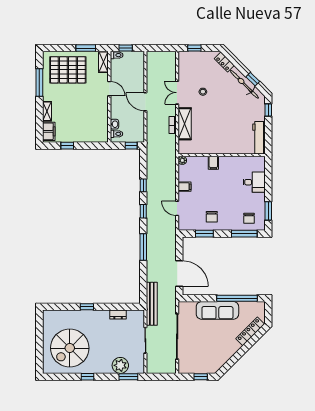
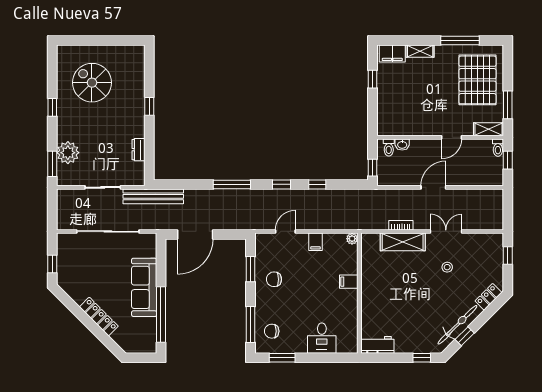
workbench: (259, 138) -> (377, 345), width x0.73
locker: (250, 331) -> (99, 317), moved
spiral stairs: (70, 348) -> (92, 83), width x0.73, depth x0.73

